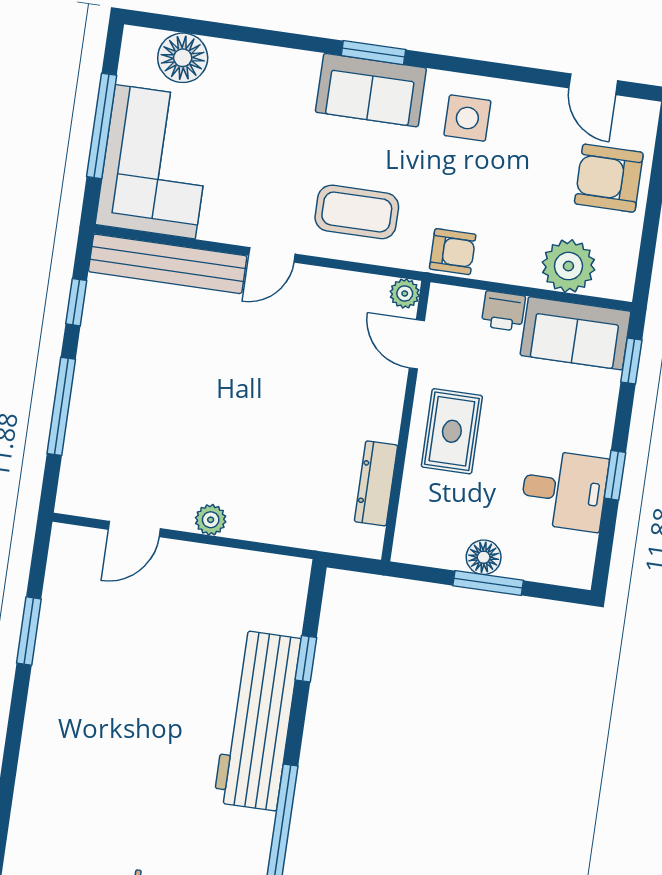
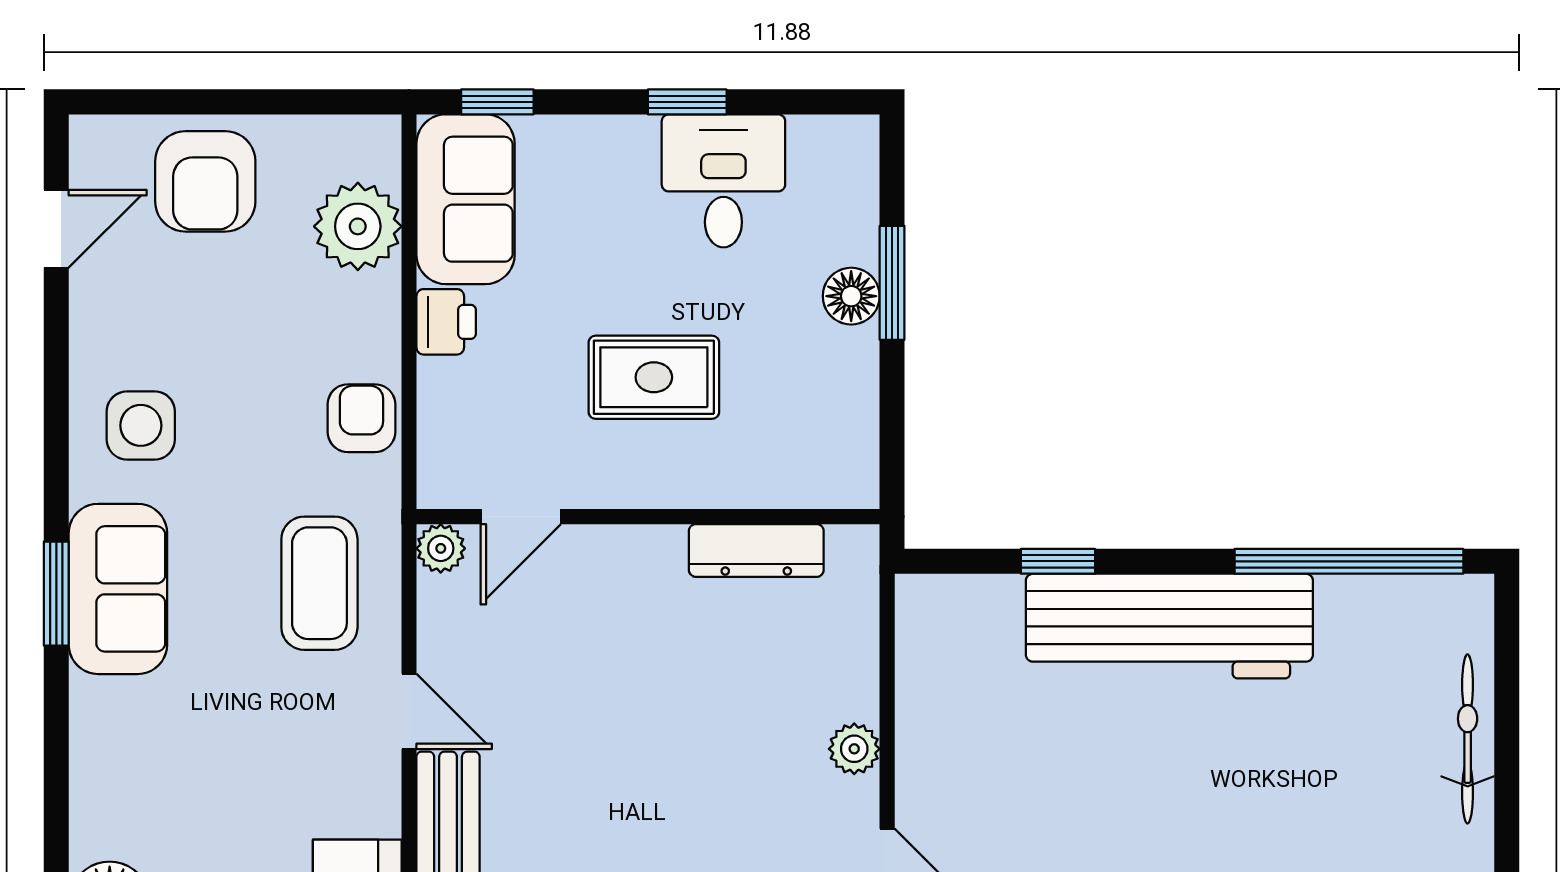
plant: (405, 293) -> (441, 548), moved
door: (417, 344) -> (521, 517), moved
wall: (406, 421) -> (648, 517), moved
dresser: (376, 483) -> (756, 550), moved

